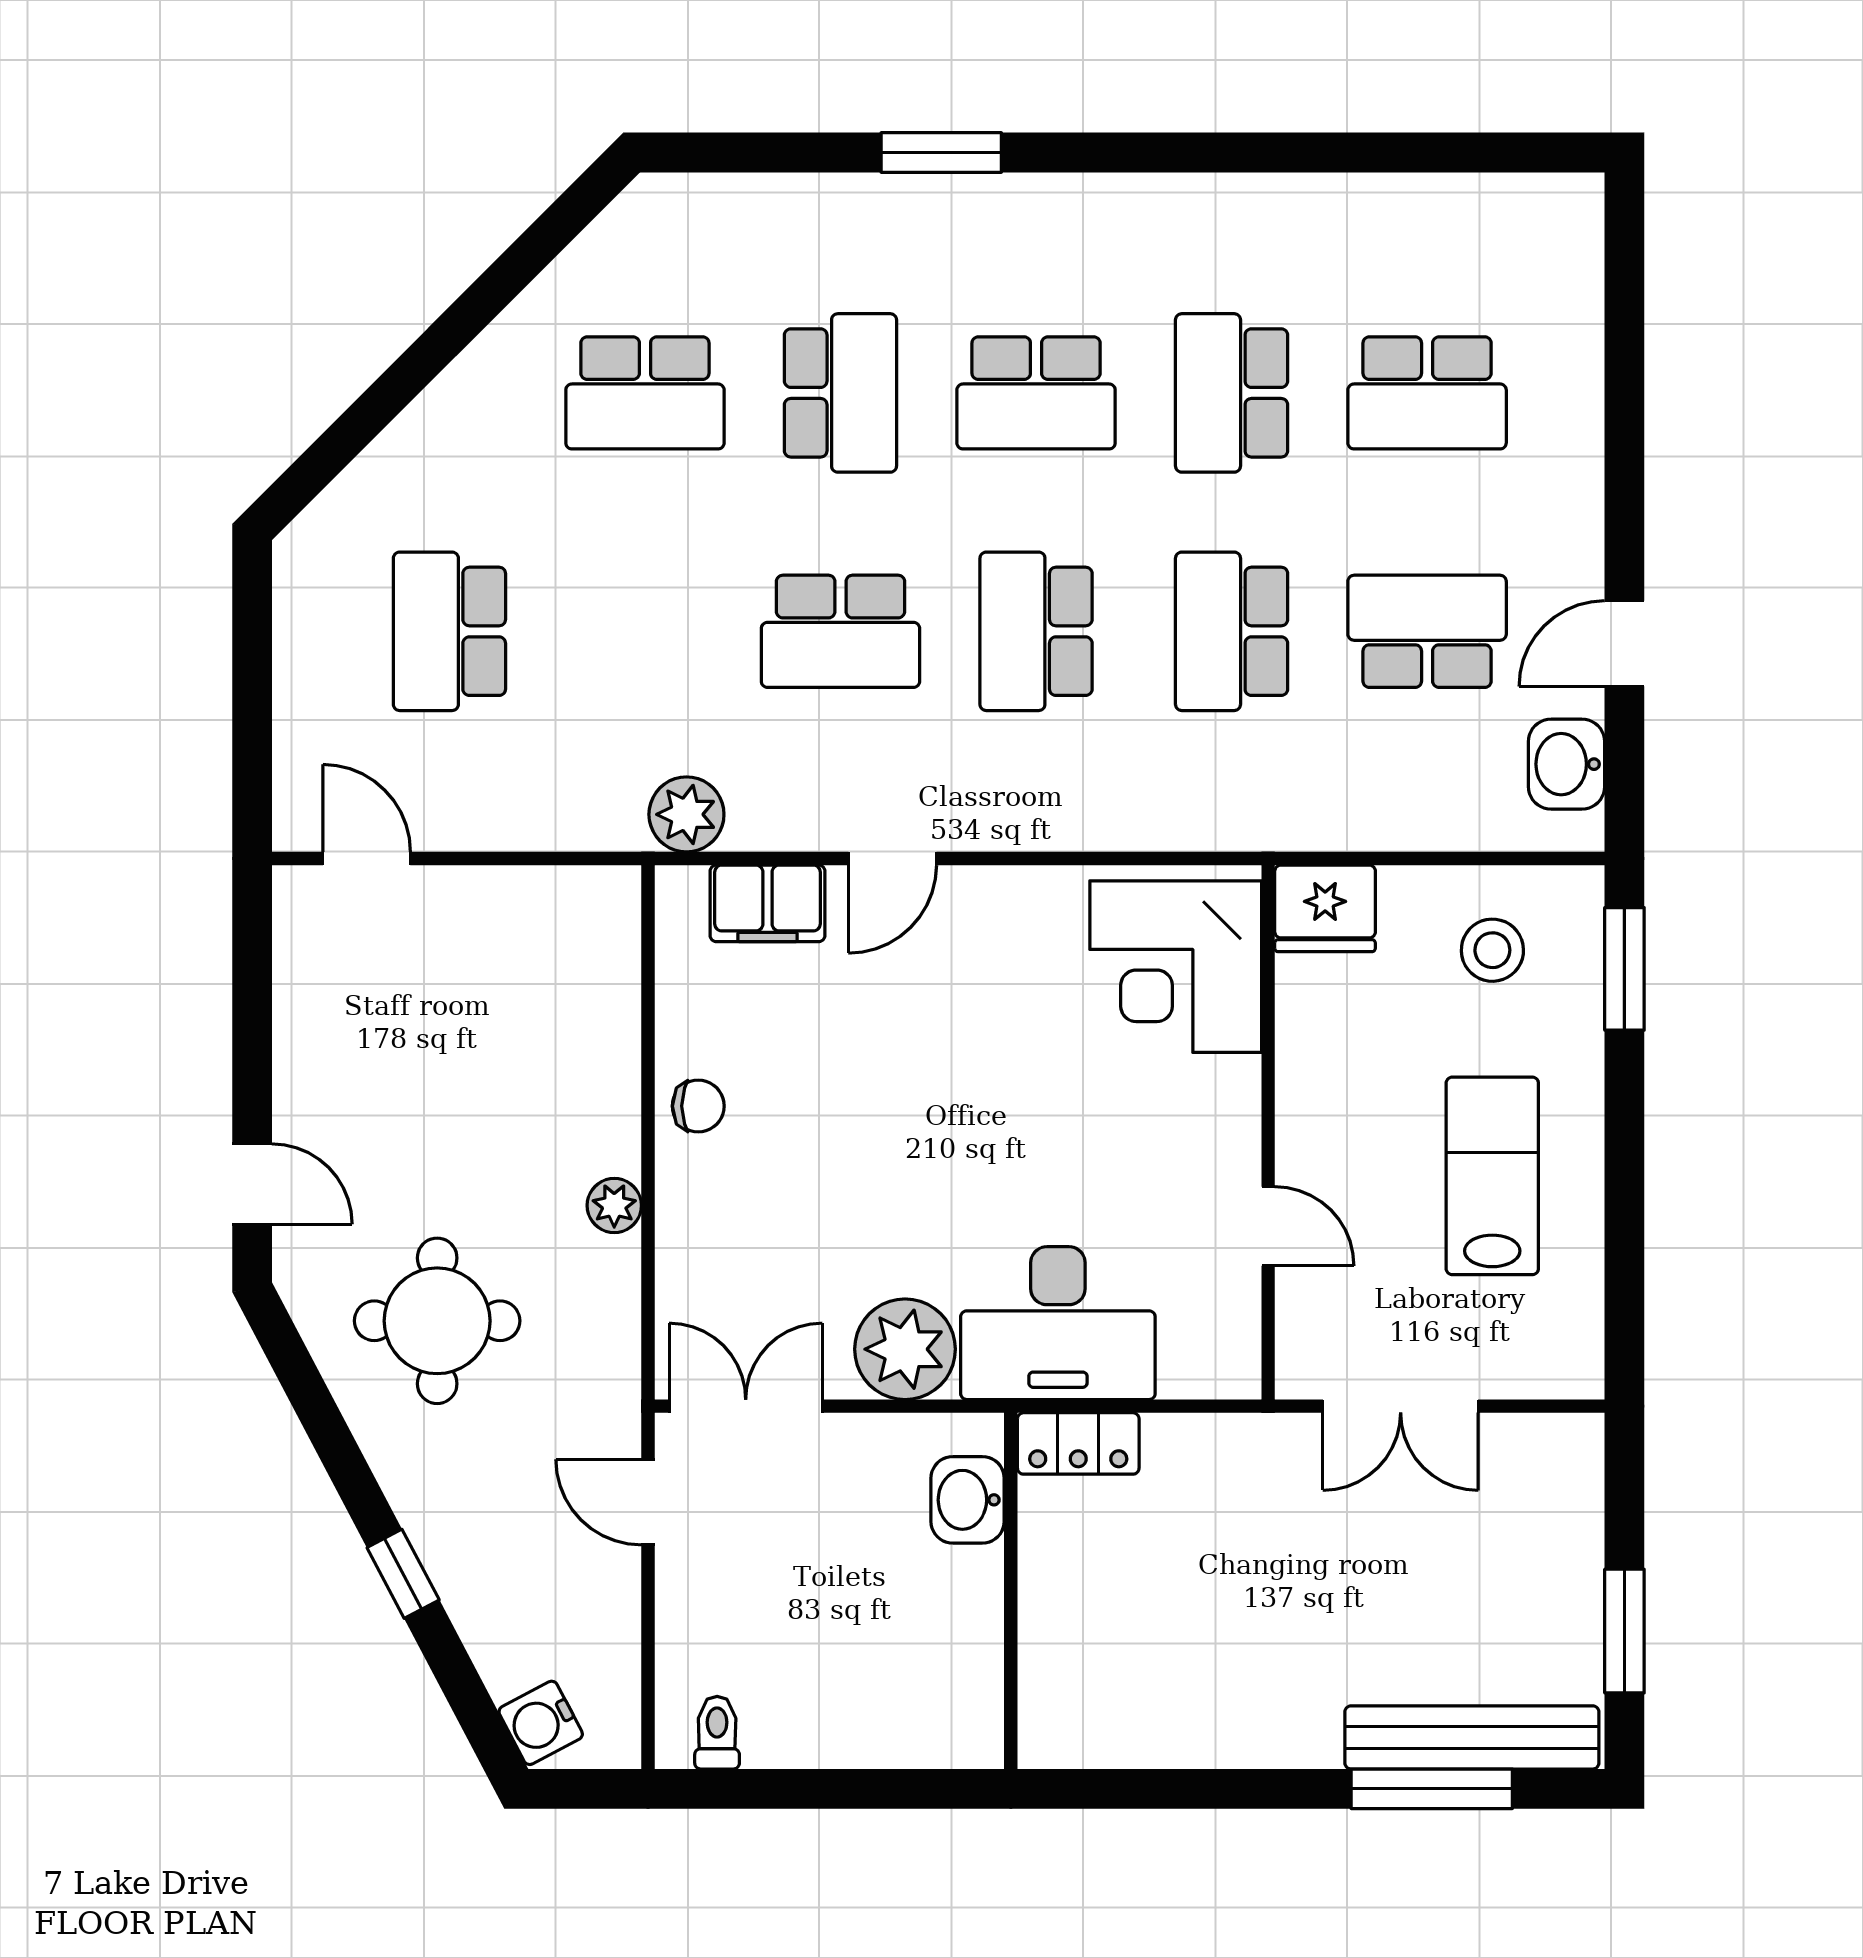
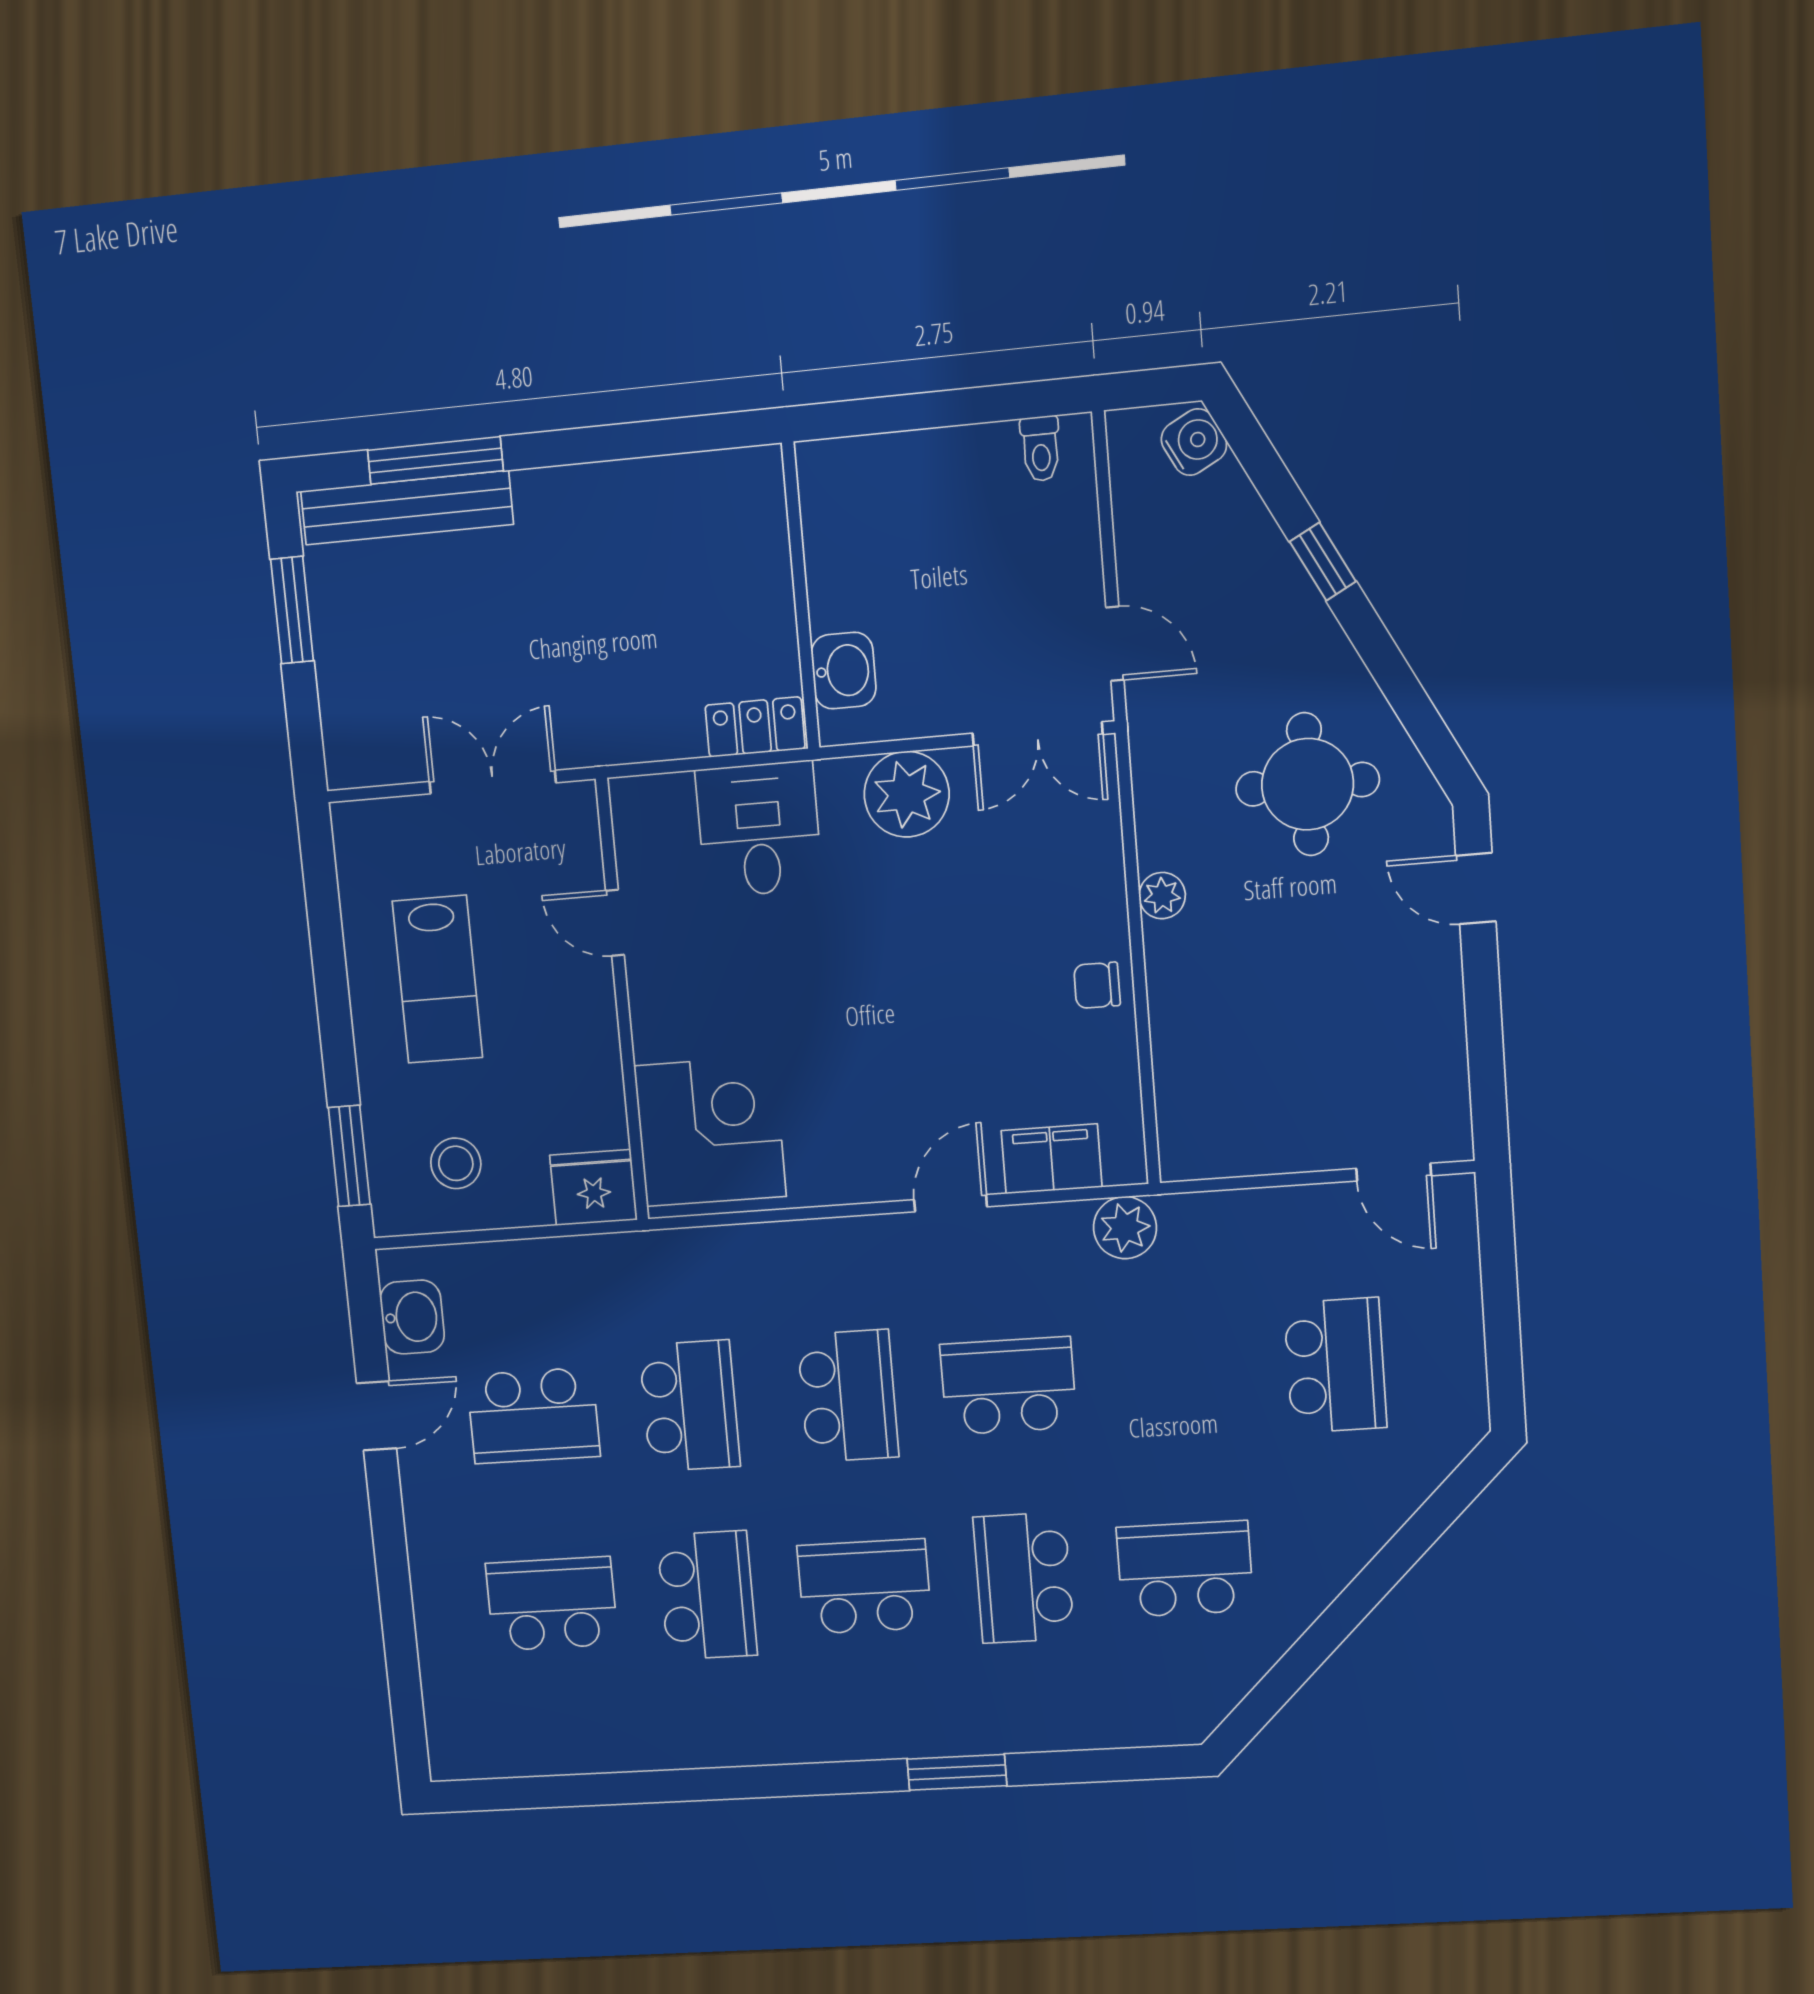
desk: (1058, 1323) -> (759, 829), width x0.73

